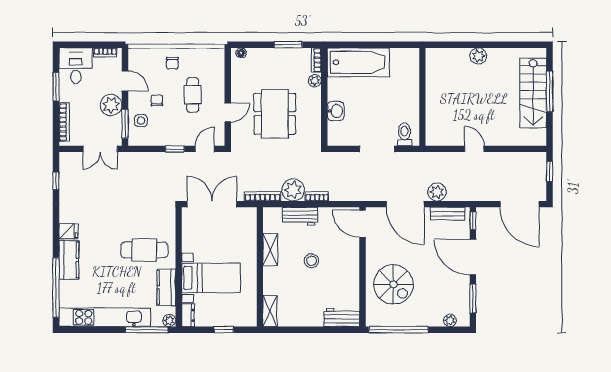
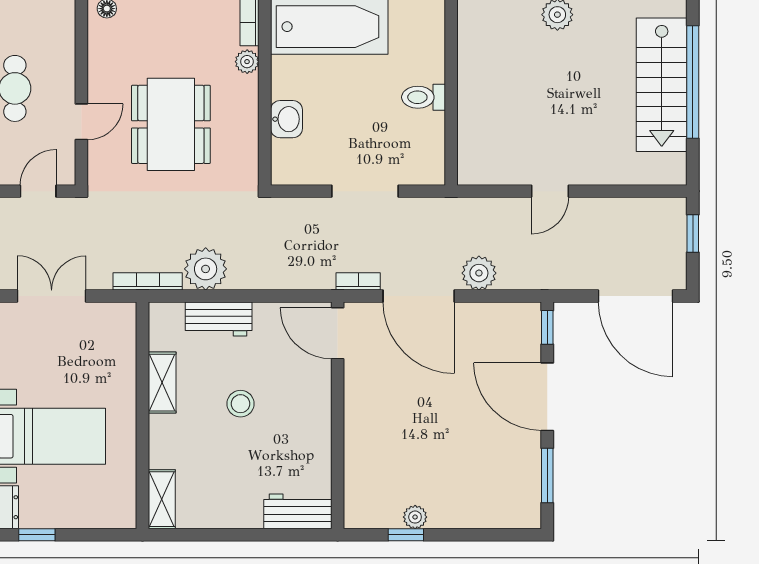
window: (550, 91) -> (693, 82), width x1.46
toilet: (404, 134) -> (424, 97), moved, turned -90
door: (474, 149) -> (550, 191), swing flipped
bookcase: (317, 196) -> (358, 281), moved
double door: (212, 204) -> (52, 296), width x0.73
bench: (448, 214) -> (499, 314), removed
spiral stairs: (393, 284) -> (396, 448), removed
plant: (450, 320) -> (415, 517), moved
window: (224, 330) -> (37, 535), moved
window: (398, 330) -> (406, 535), width x0.32

